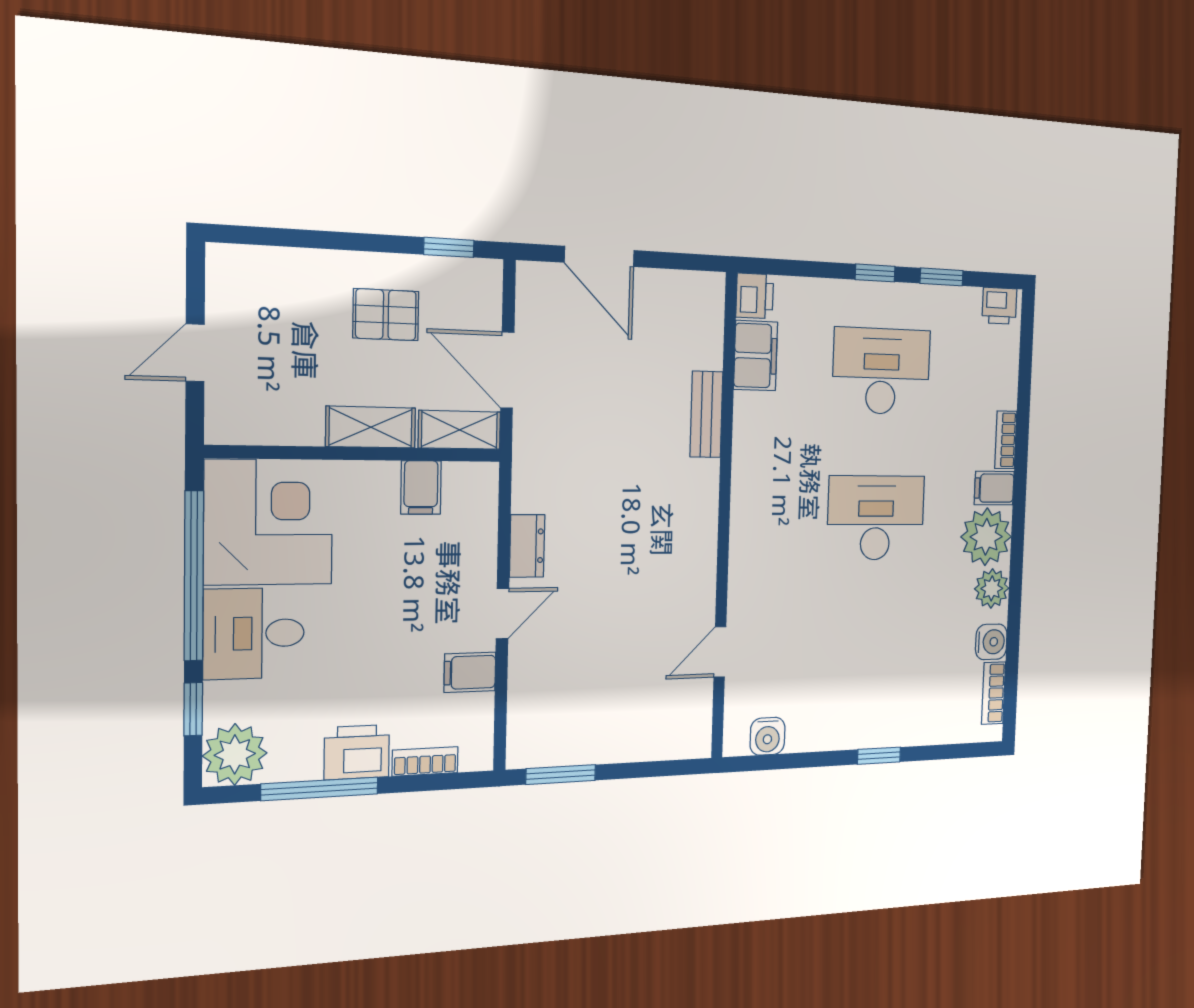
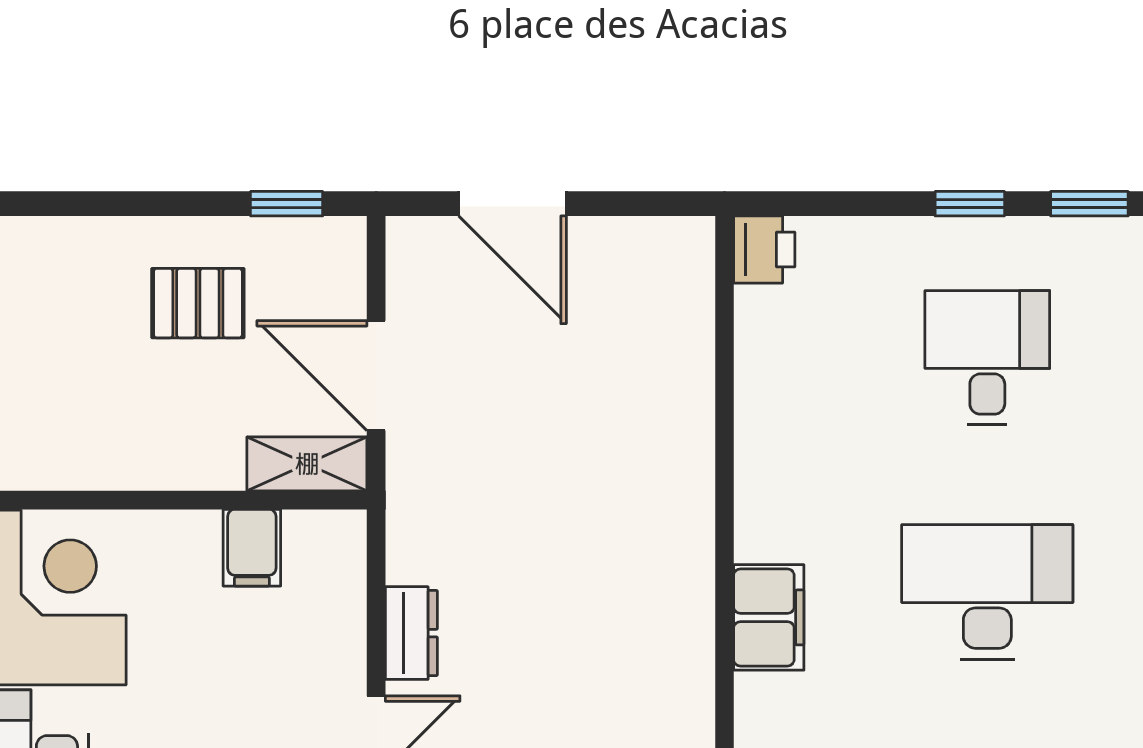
filing cabinet: (756, 356) -> (769, 617), moved
desk: (881, 371) -> (987, 358), width x0.73
bench: (706, 414) -> (690, 433), removed
shelving: (371, 427) -> (179, 462), removed

